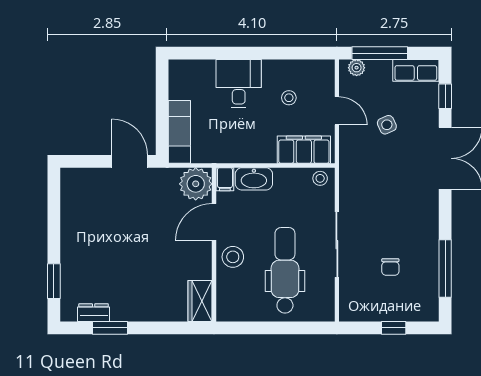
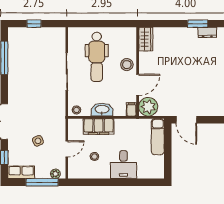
door: (337, 111) -> (67, 149), swing flipped
filing cabinet: (304, 150) -> (99, 126), moved
washbasin: (254, 179) -> (102, 110), moved
chair: (390, 267) -> (36, 59), removed

